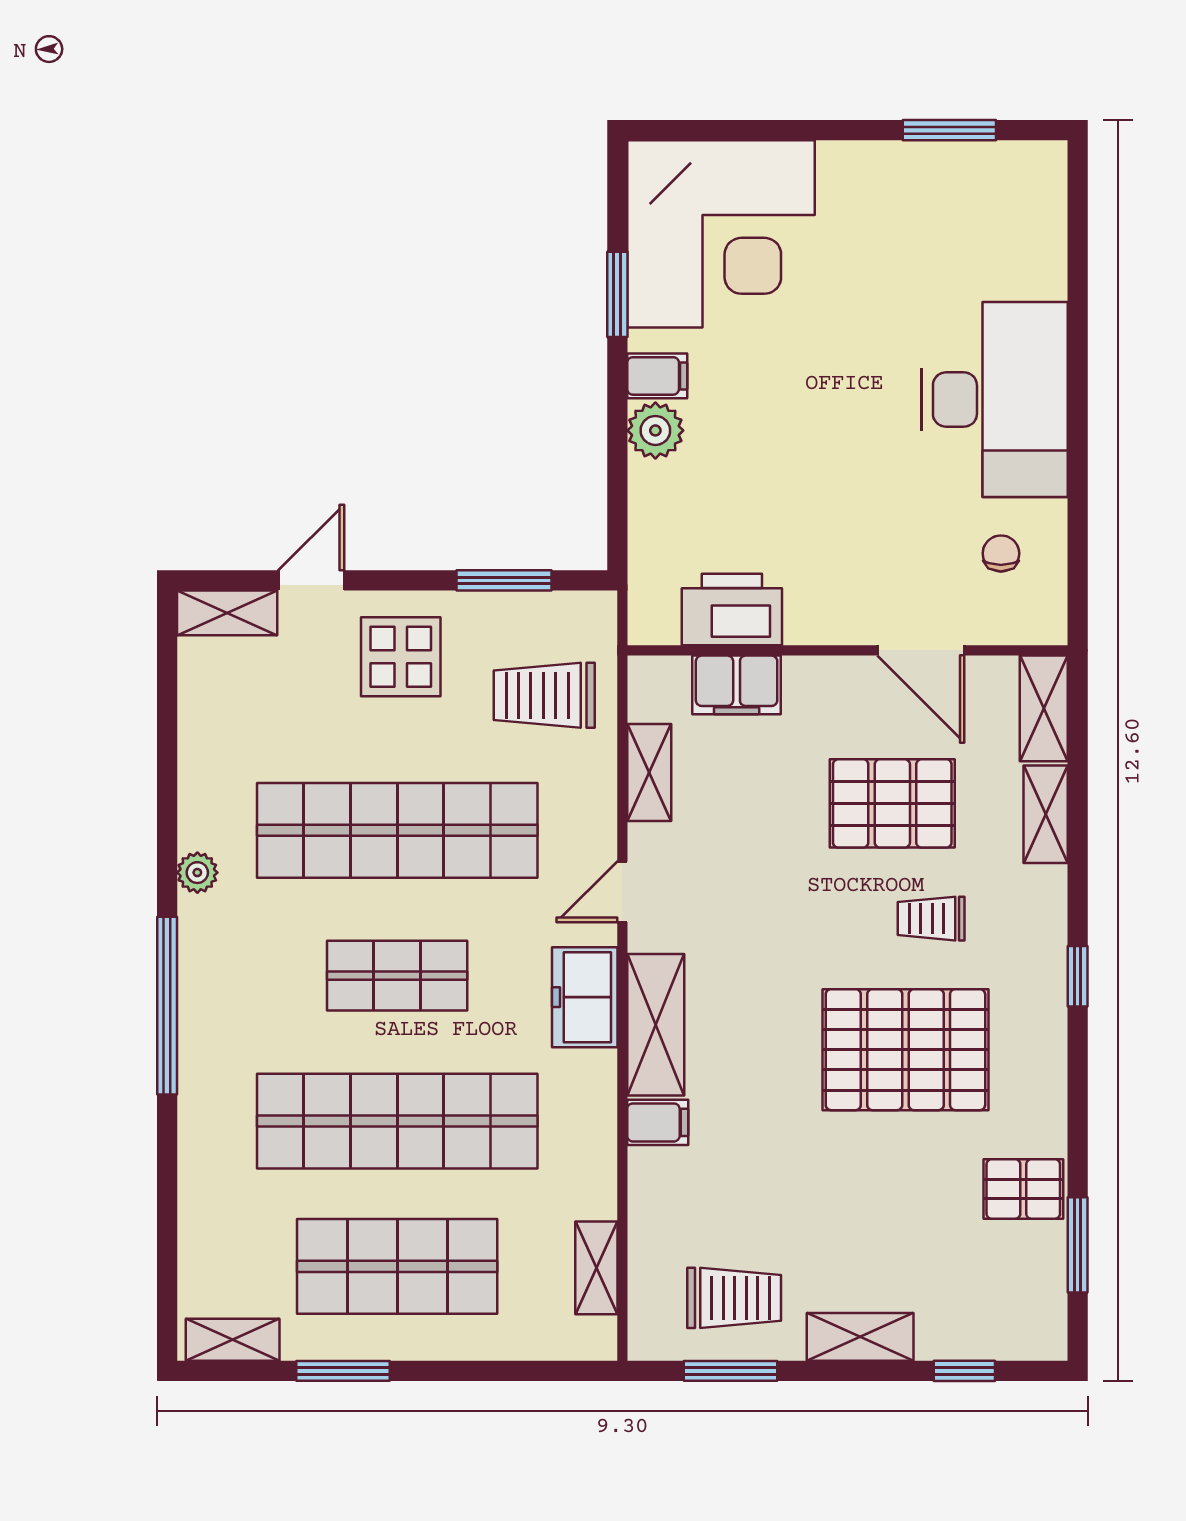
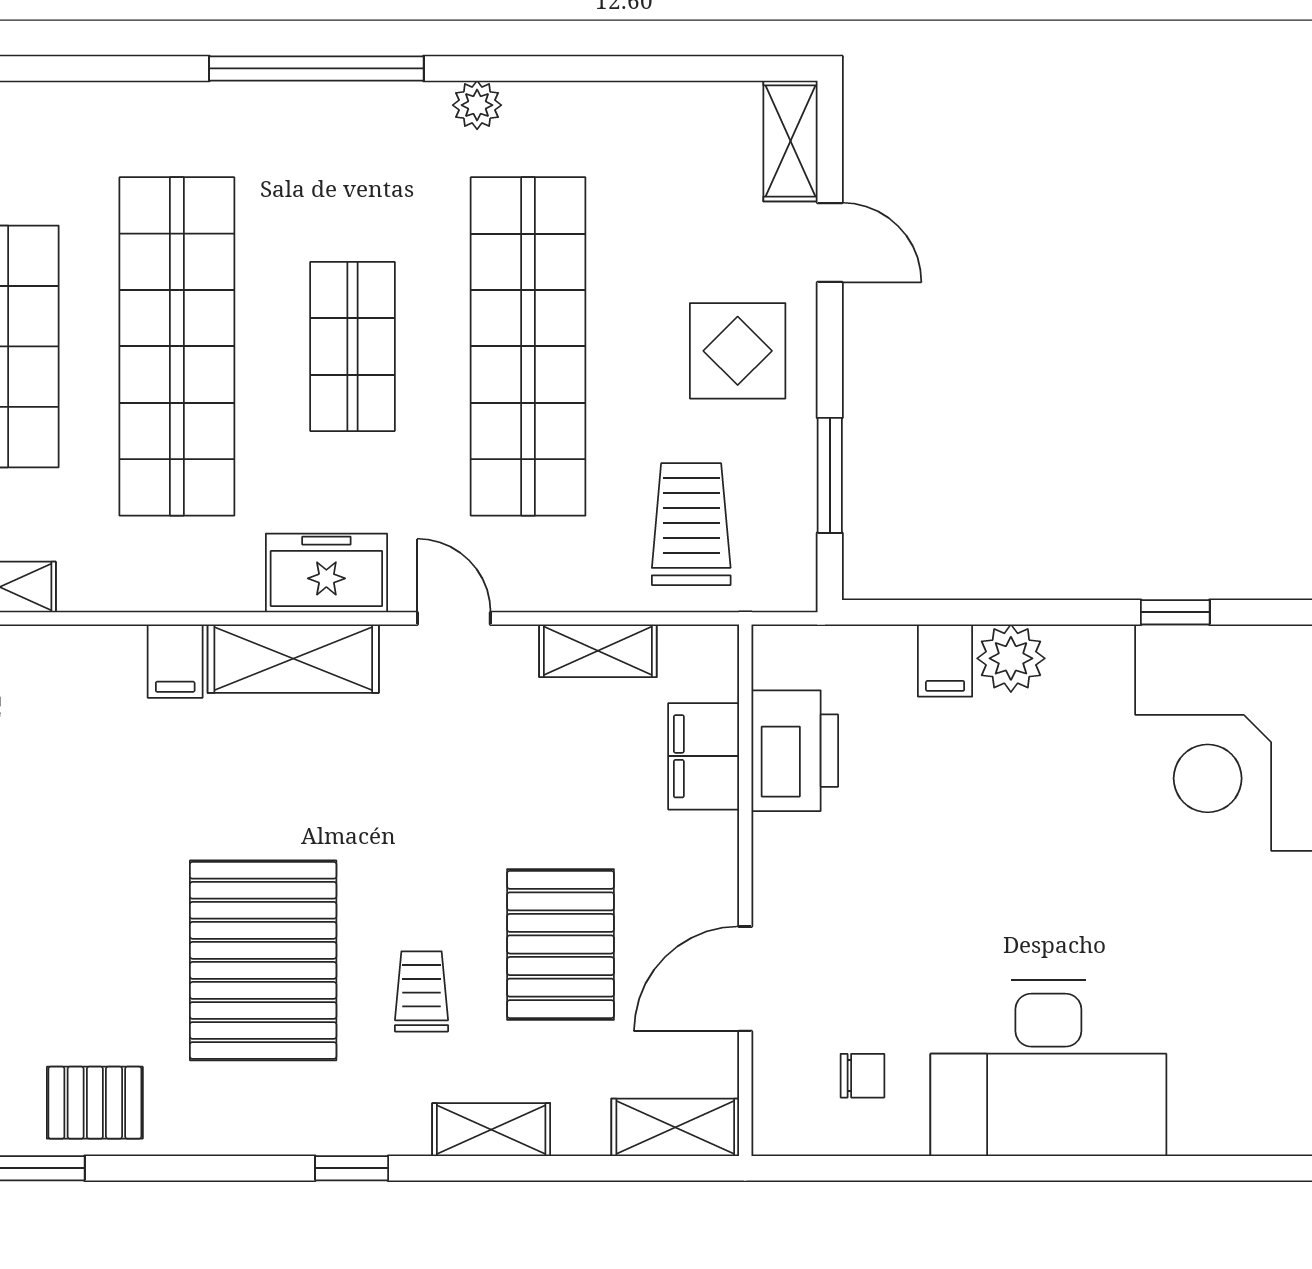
window: (617, 294) -> (1175, 612), width x0.67
filing cabinet: (657, 376) -> (945, 661), moved
shelving: (1046, 814) -> (491, 1130), moved
pallet: (1023, 1189) -> (95, 1103), turned 90

